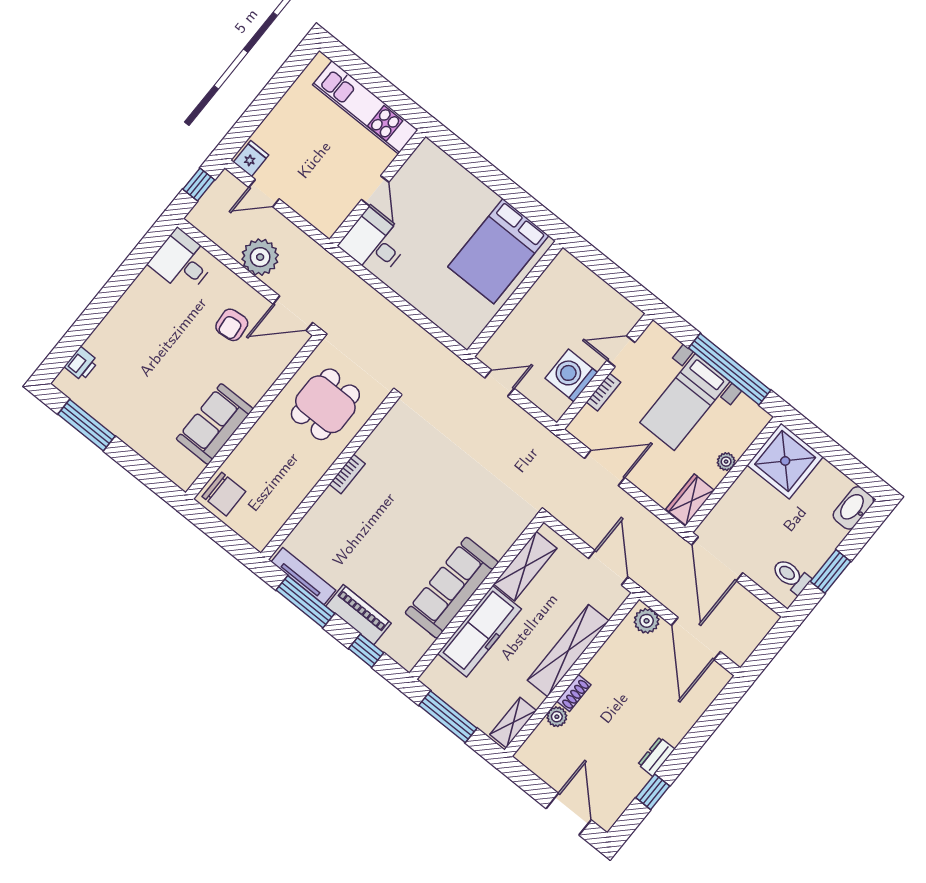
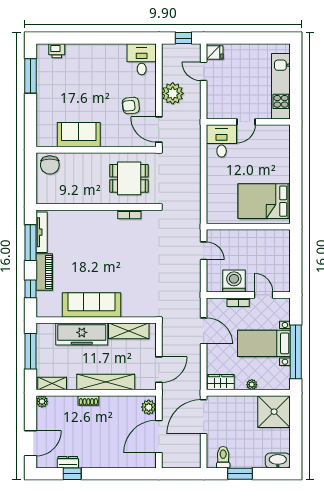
bookcase: (347, 474) -> (129, 214), moved
plant: (557, 717) -> (42, 401), moved
dresser: (656, 757) -> (68, 462), moved

